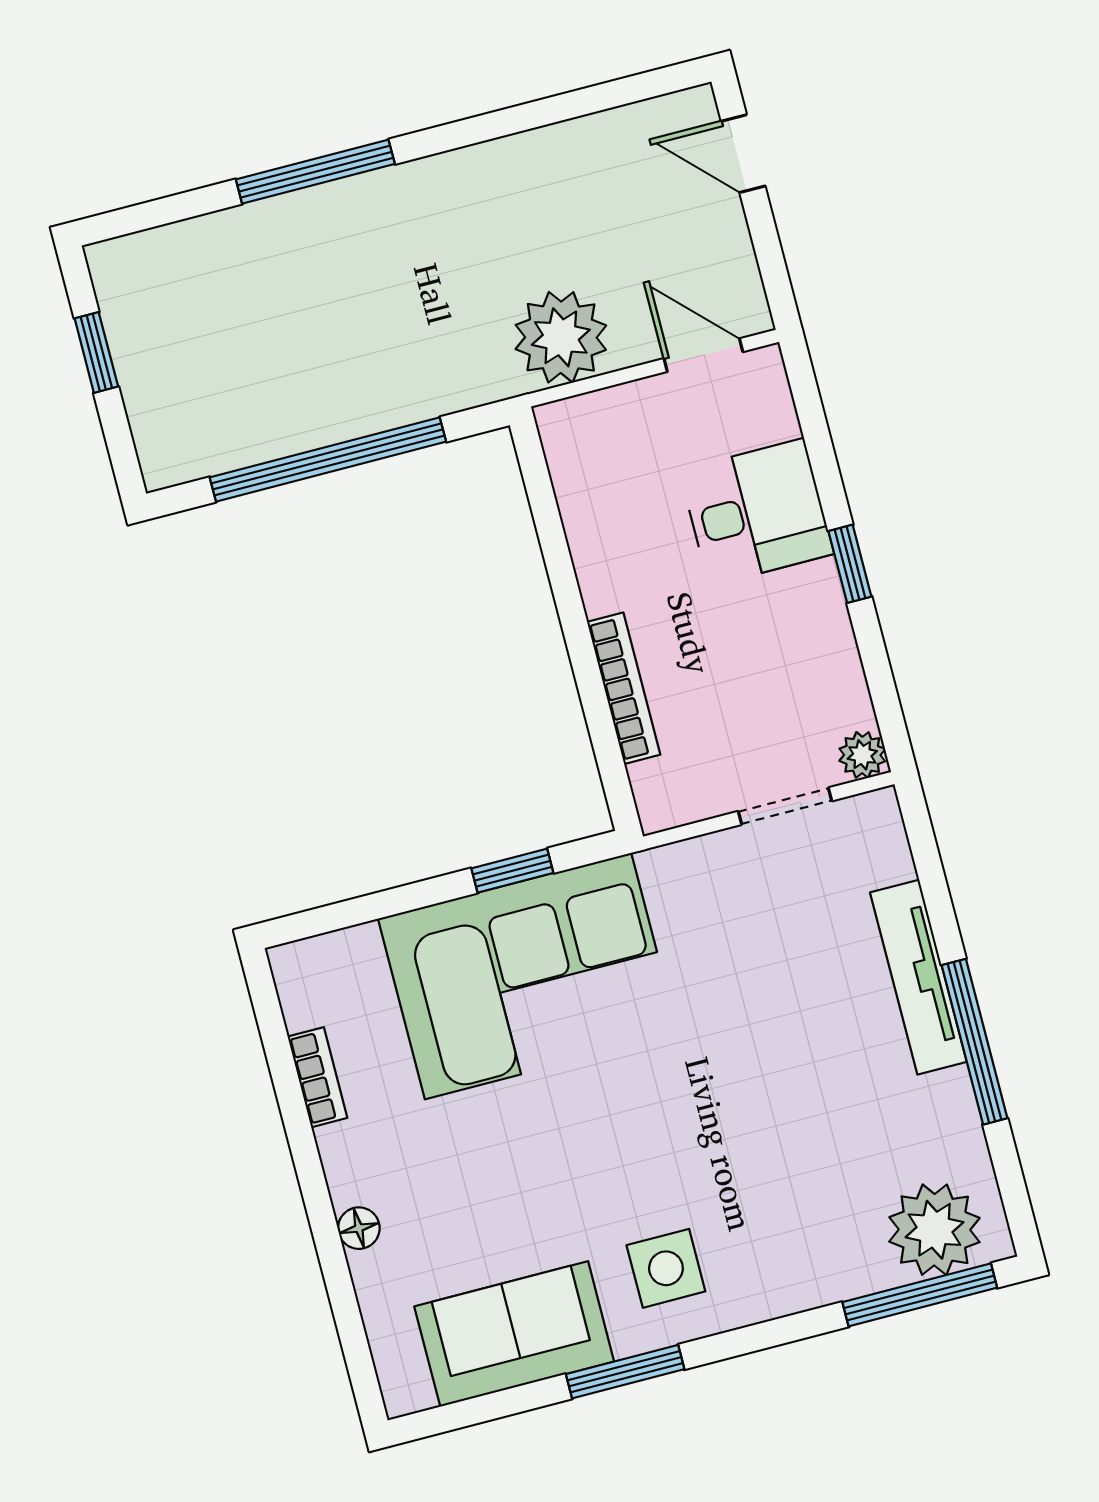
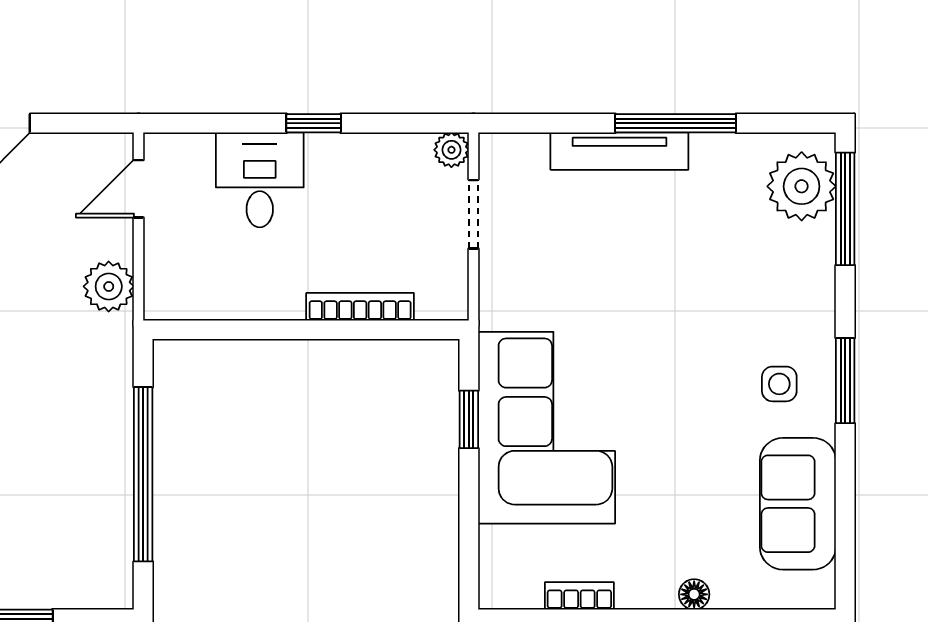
plant: (561, 337) -> (109, 286), width x0.73, depth x0.73
side table: (666, 1268) -> (779, 384), width x0.73, depth x0.73
window: (625, 1372) -> (845, 381), moved

